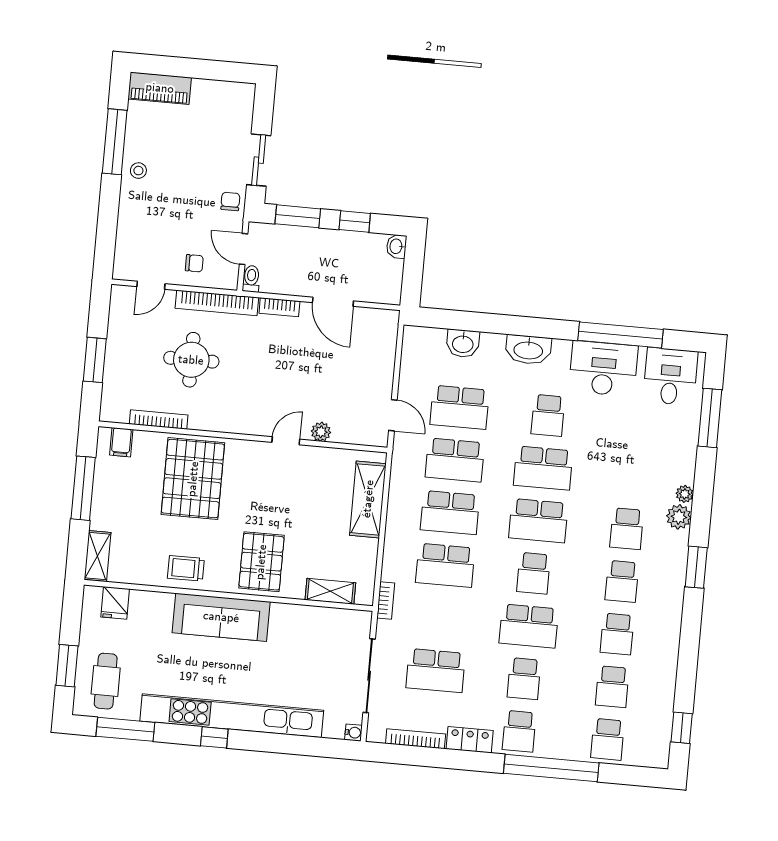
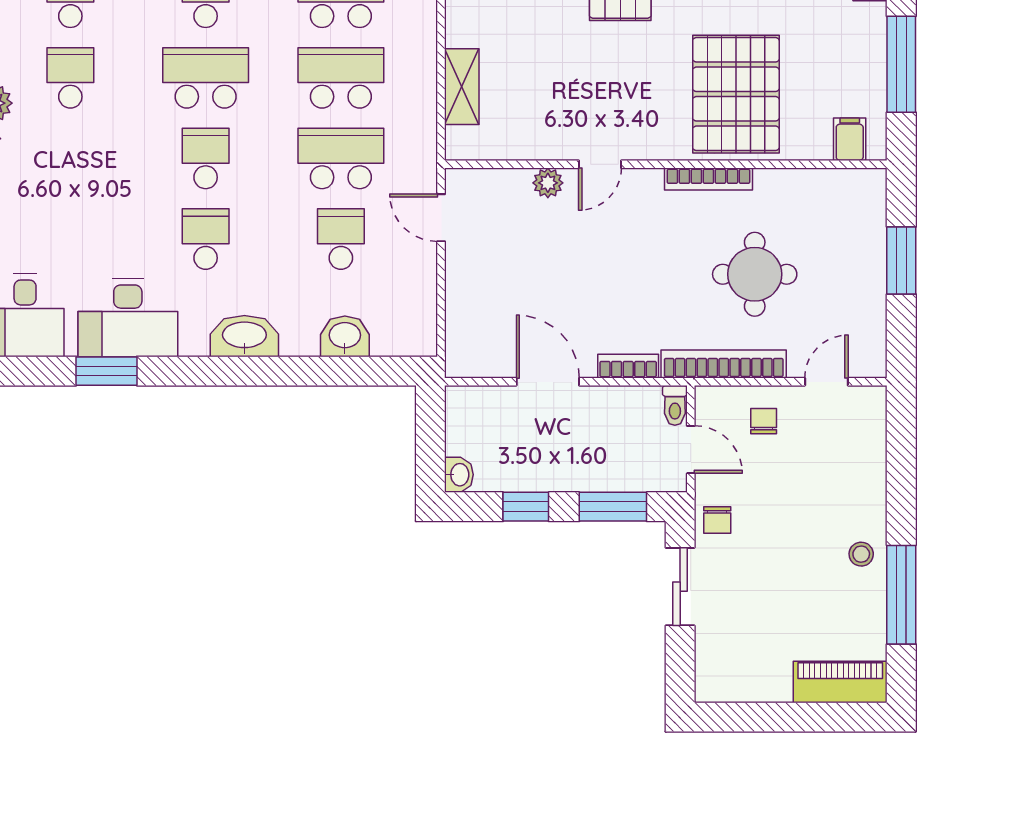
chair: (194, 263) -> (764, 421), turned 90
window: (621, 335) -> (107, 371), width x0.47
school desk: (460, 407) -> (341, 239), width x0.54
bookcase: (159, 419) -> (708, 179), moved
school desk: (543, 468) -> (206, 158), width x0.54
shelving: (368, 499) -> (462, 87), width x0.67, depth x0.75

